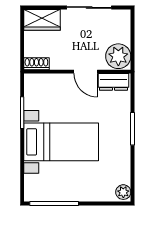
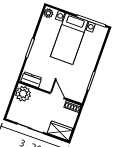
door: (86, 72) -> (57, 96), moved
bed with nightstands: (61, 142) -> (69, 39), moved, turned -90

